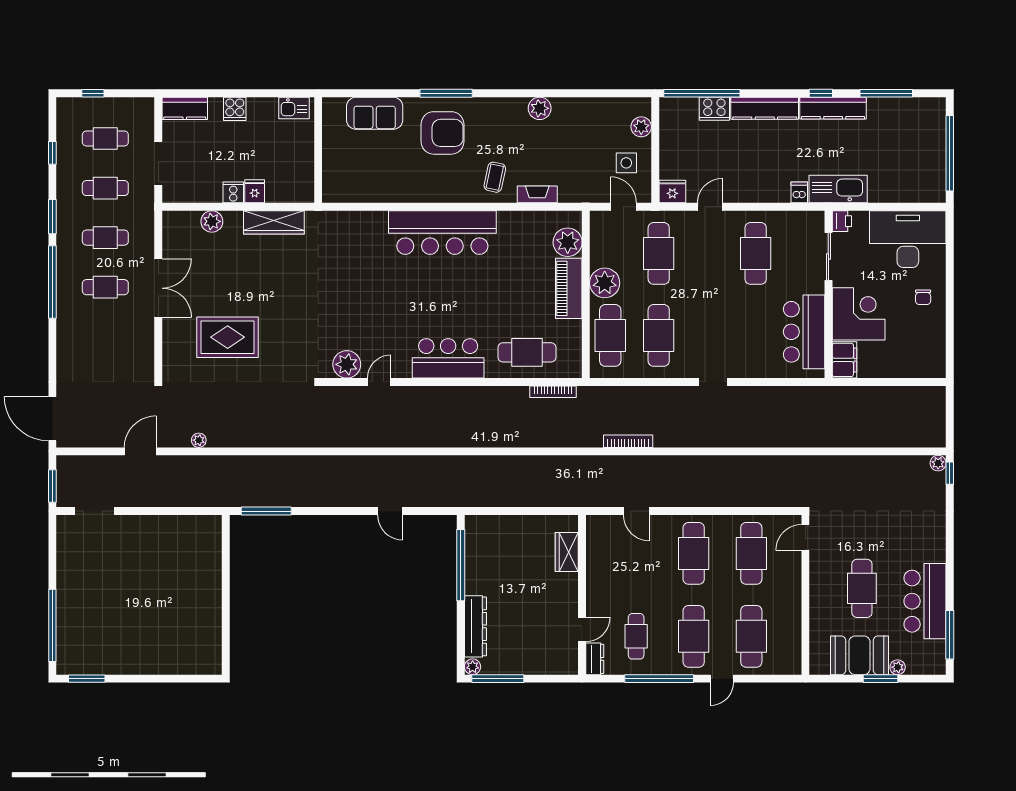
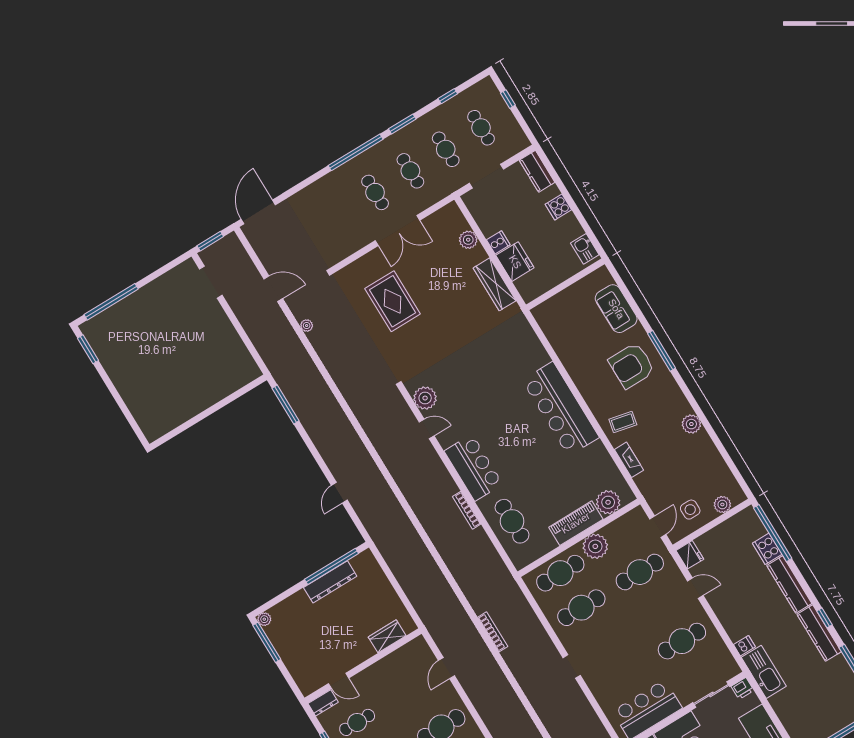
armchair: (442, 133) -> (632, 366), turned 90
fridge: (255, 191) -> (515, 262), width x1.88, depth x1.34
bookcase: (553, 392) -> (467, 510), moved
dresser: (475, 626) -> (330, 582), moved

